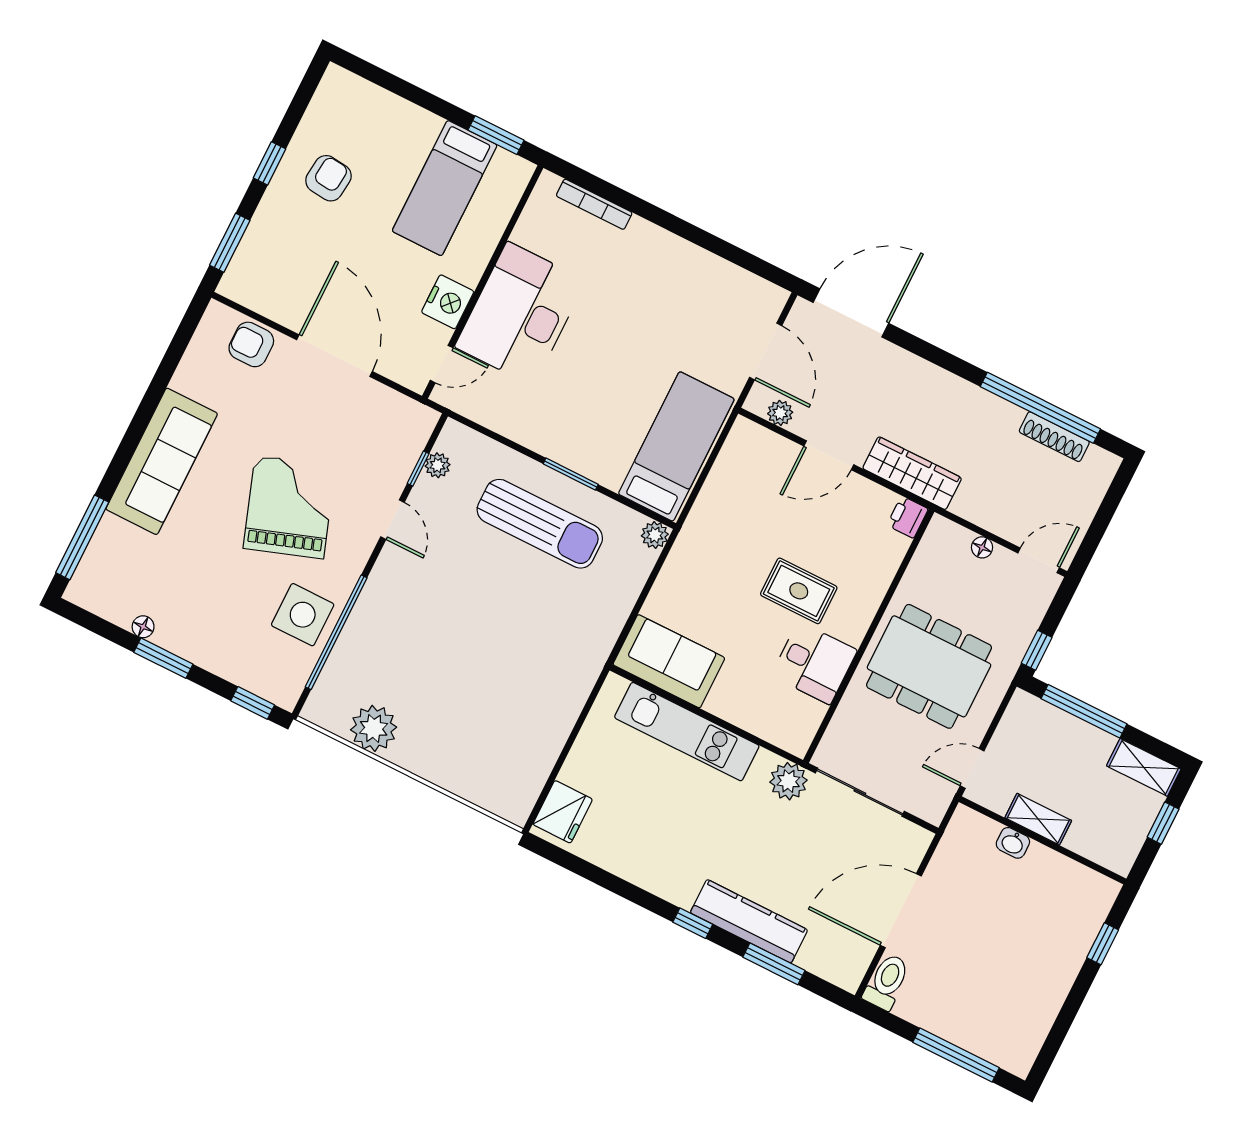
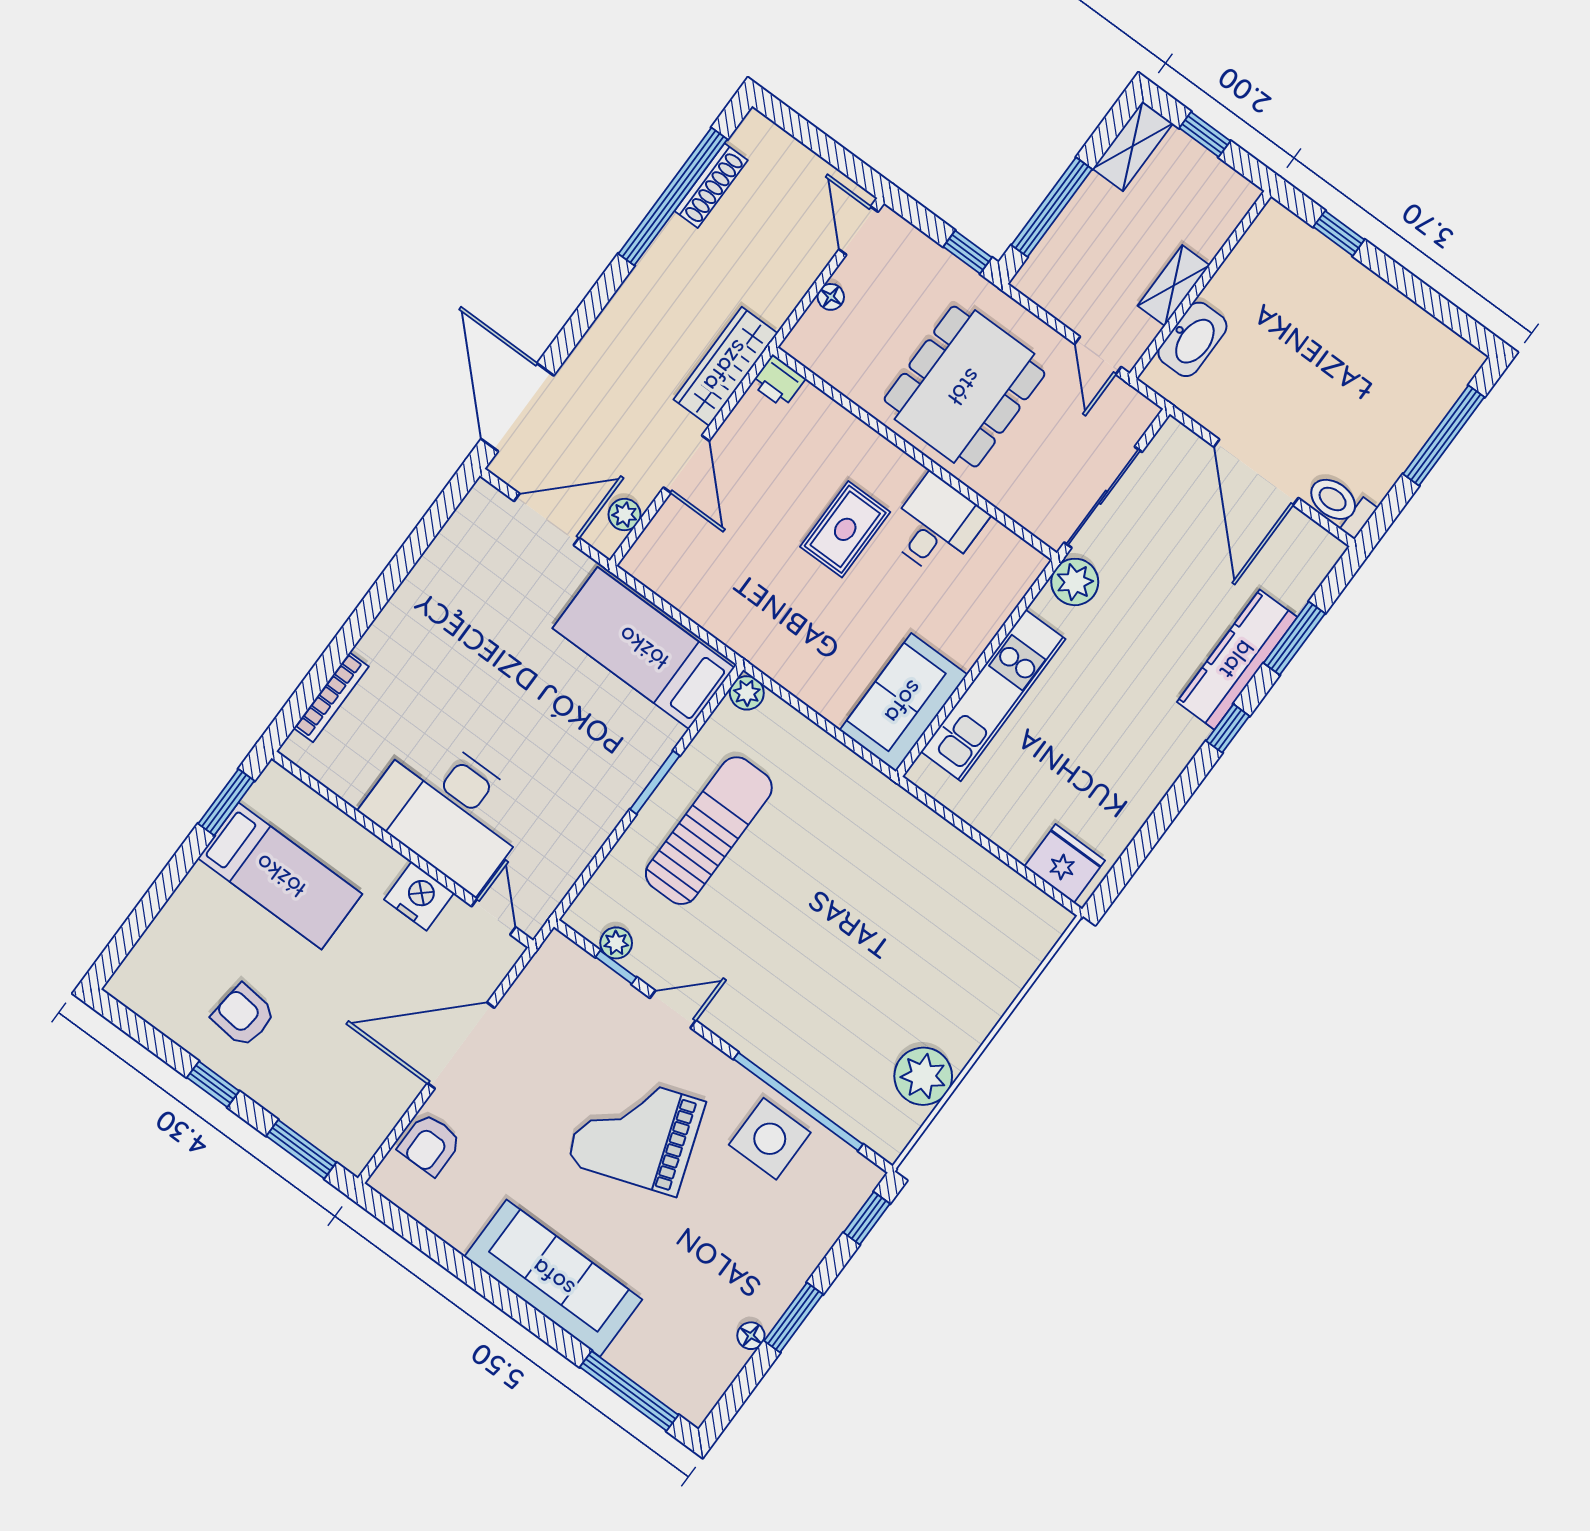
washbasin: (1013, 843) -> (1192, 339), width x1.91, depth x1.45

